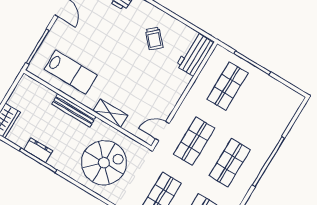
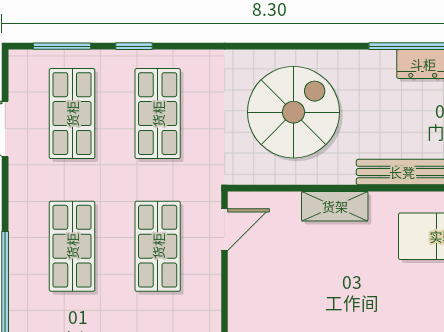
spiral stairs: (104, 163) -> (293, 112), turned 180

